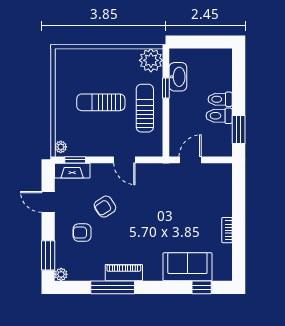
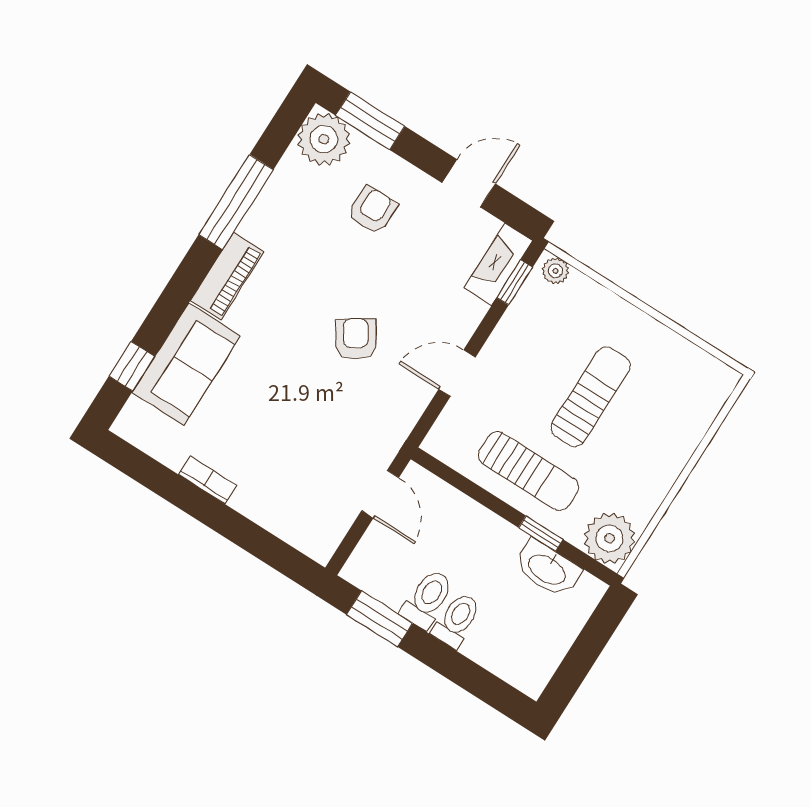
armchair: (105, 207) -> (356, 339), moved
piano: (124, 273) -> (227, 276), moved
plant: (61, 274) -> (324, 139), width x1.88, depth x1.88

